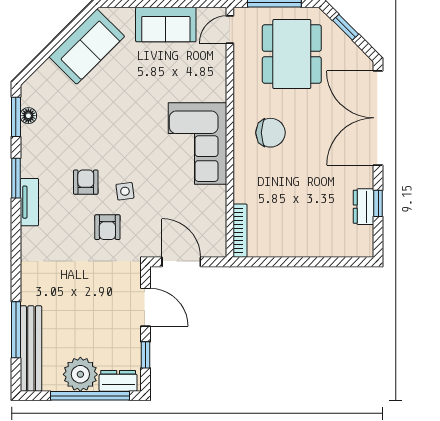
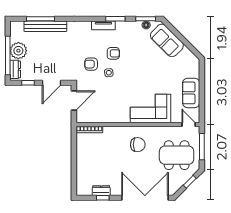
sofa: (87, 47) -> (167, 40), moved
chair: (270, 133) -> (138, 145), turned -90
corner sofa: (197, 143) -> (151, 109), moved
bench: (31, 349) -> (45, 26), moved

